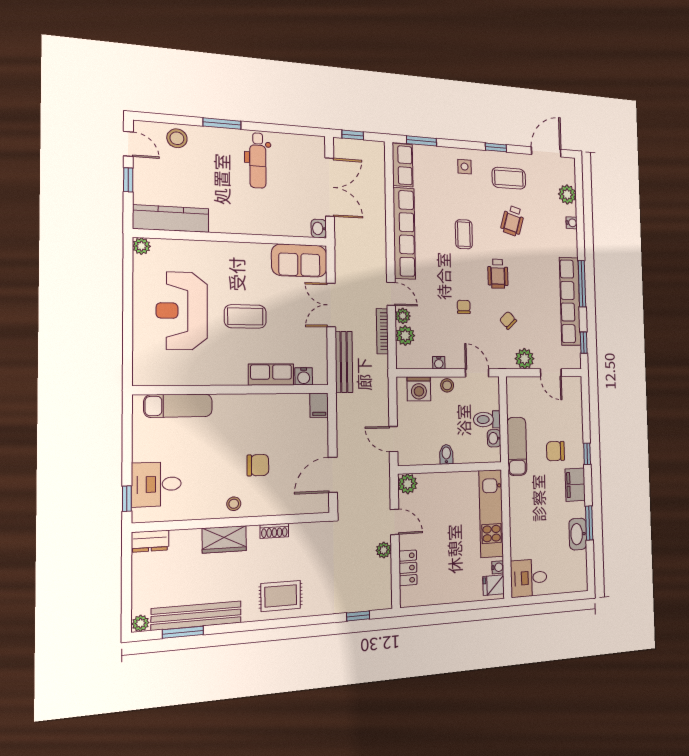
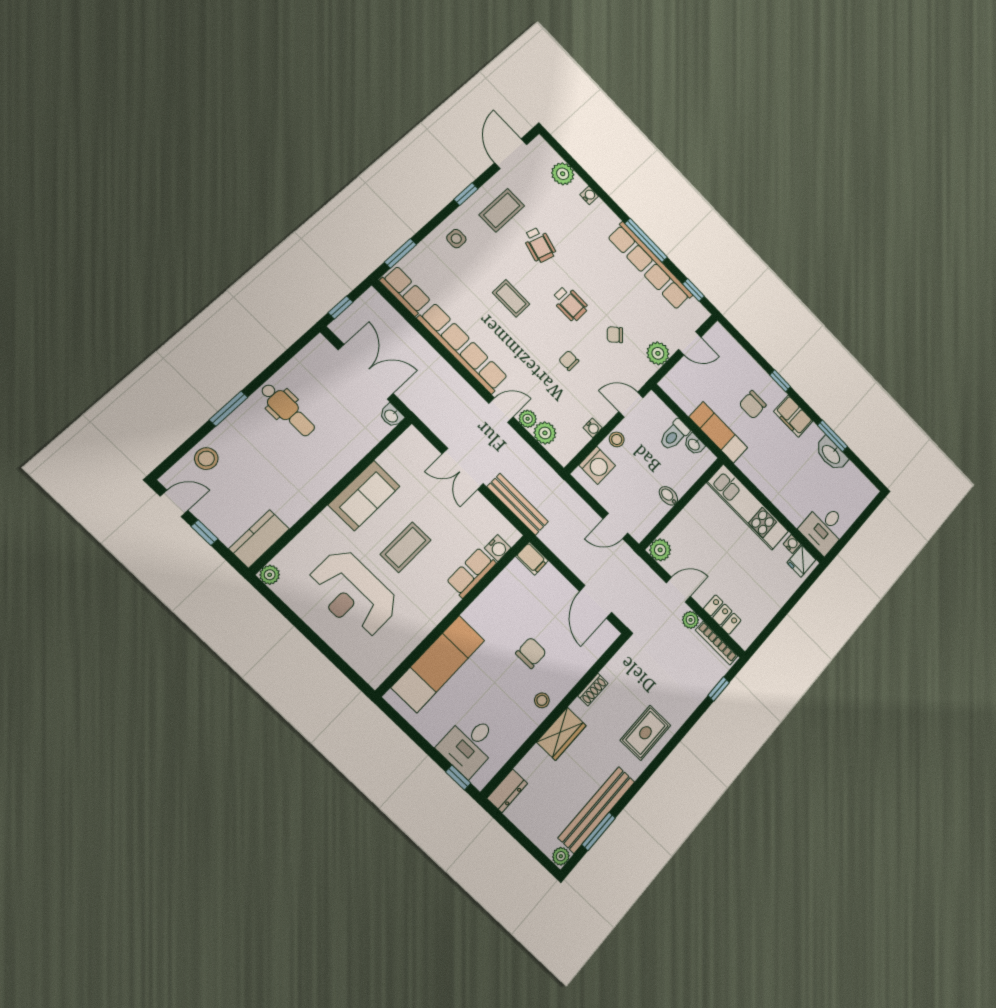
kitchen counter: (171, 219) -> (259, 539), width x0.67
sofa: (299, 261) -> (364, 496), moved
bookcase: (382, 331) -> (717, 643), moved
exam couch: (178, 406) -> (438, 664), width x1.36, depth x1.45

